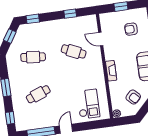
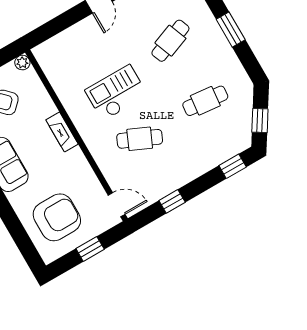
armchair: (131, 29) -> (57, 217), width x1.88, depth x1.88
door: (101, 39) -> (117, 205), moved
checkout: (88, 104) -> (116, 93), moved, turned 90

